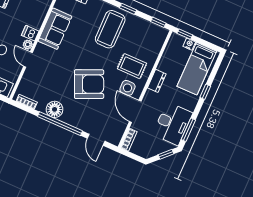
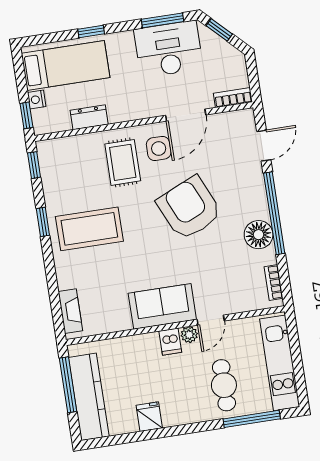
sofa: (55, 29) -> (162, 306), moved
dresser: (157, 81) -> (89, 117), moved

